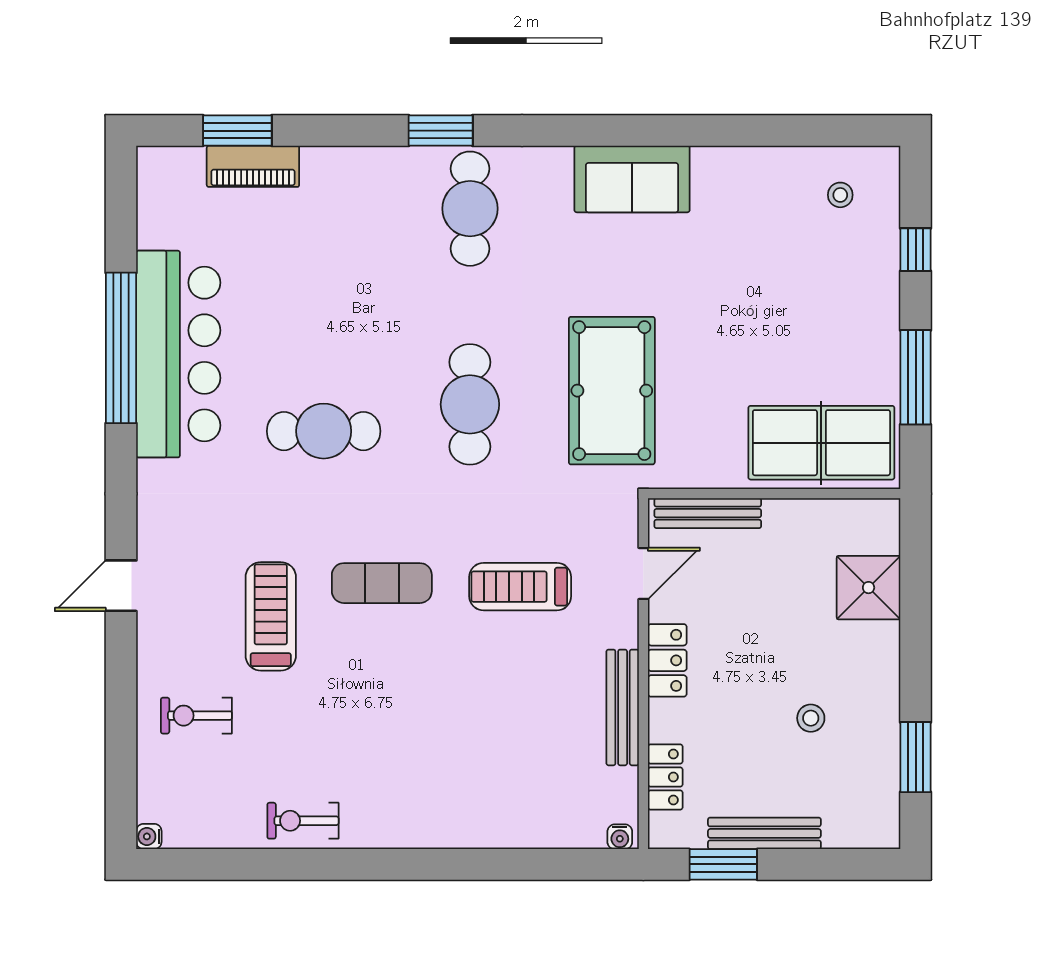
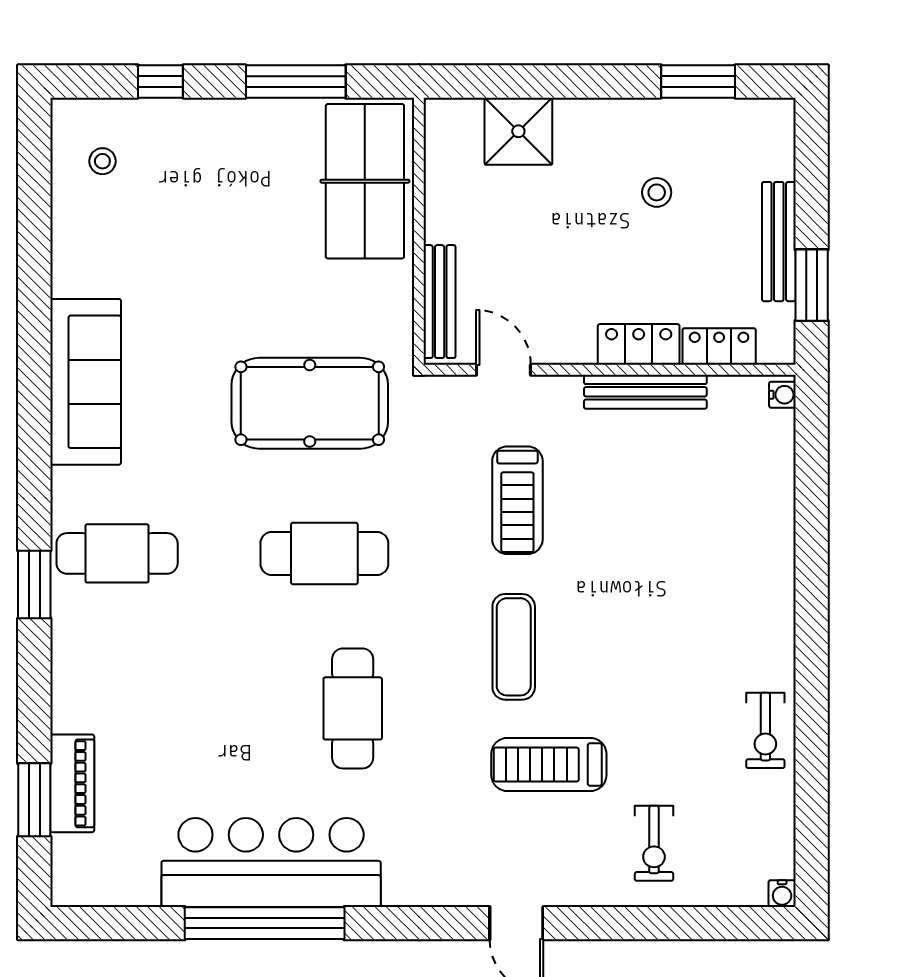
sofa: (632, 179) -> (86, 382), width x1.36
locker: (667, 660) -> (639, 344), moved

